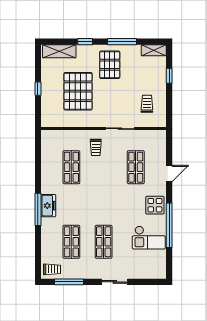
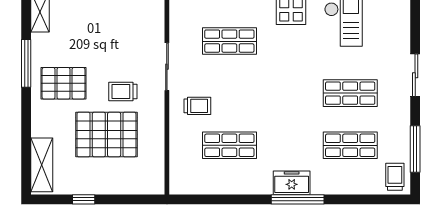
window: (85, 42) -> (26, 123), removed
window: (38, 89) -> (84, 199), moved
trolley: (147, 104) -> (123, 92), moved

